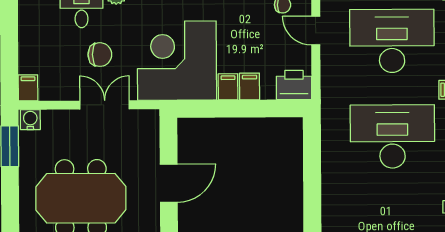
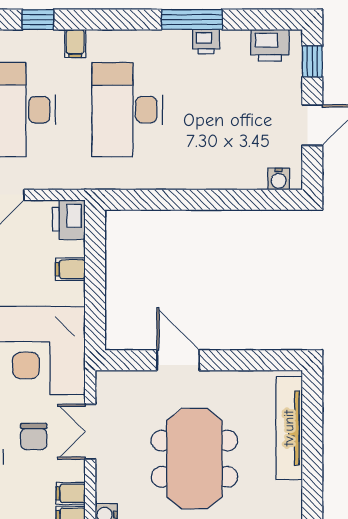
chair: (100, 55) -> (34, 437), turned 180
filing cabinet: (228, 87) -> (71, 493), moved

